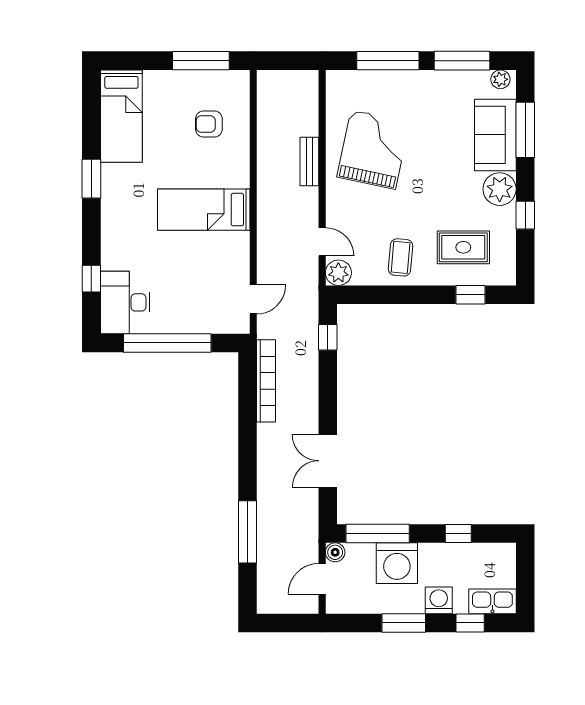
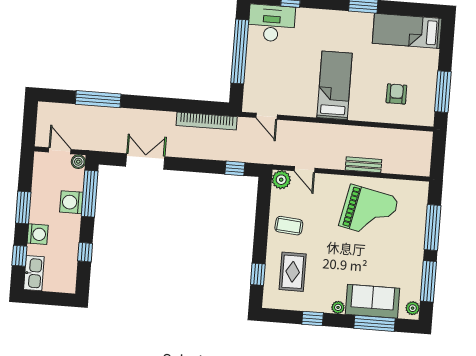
plant: (500, 189) -> (338, 307), width x0.53, depth x0.53
door: (322, 242) -> (305, 170), hinge flipped
washing machine: (397, 563) -> (71, 202), width x0.73, depth x0.73

